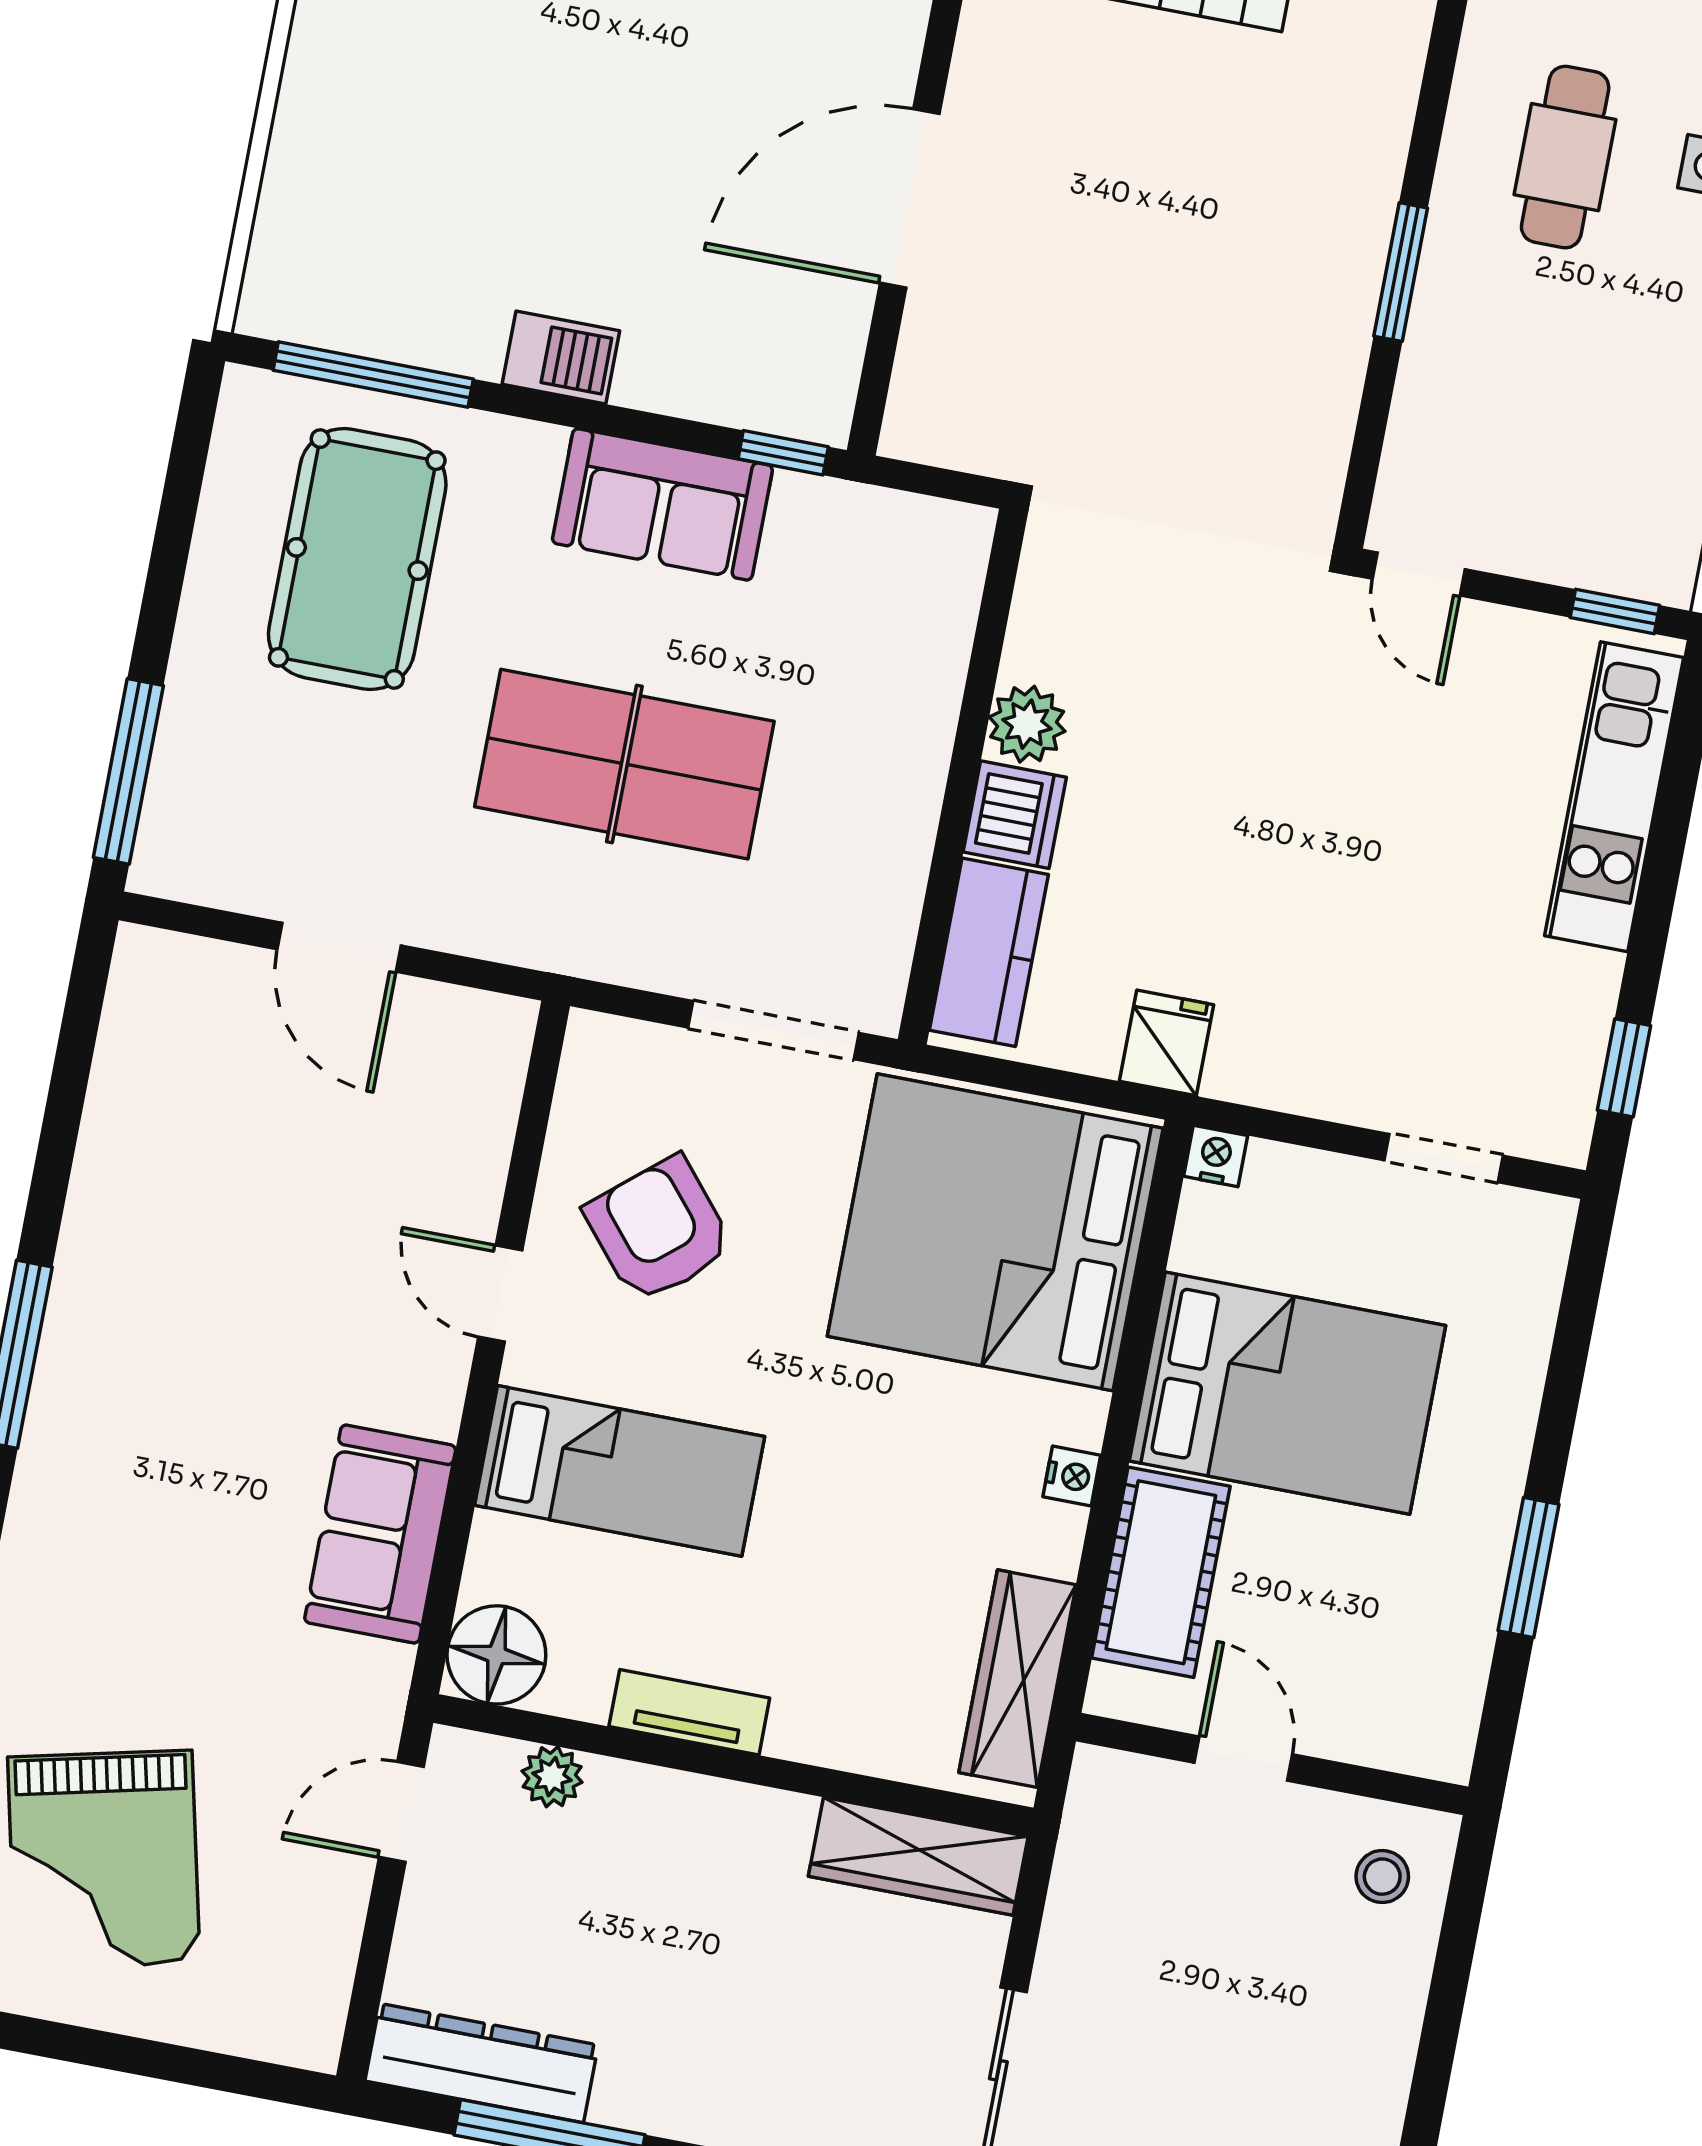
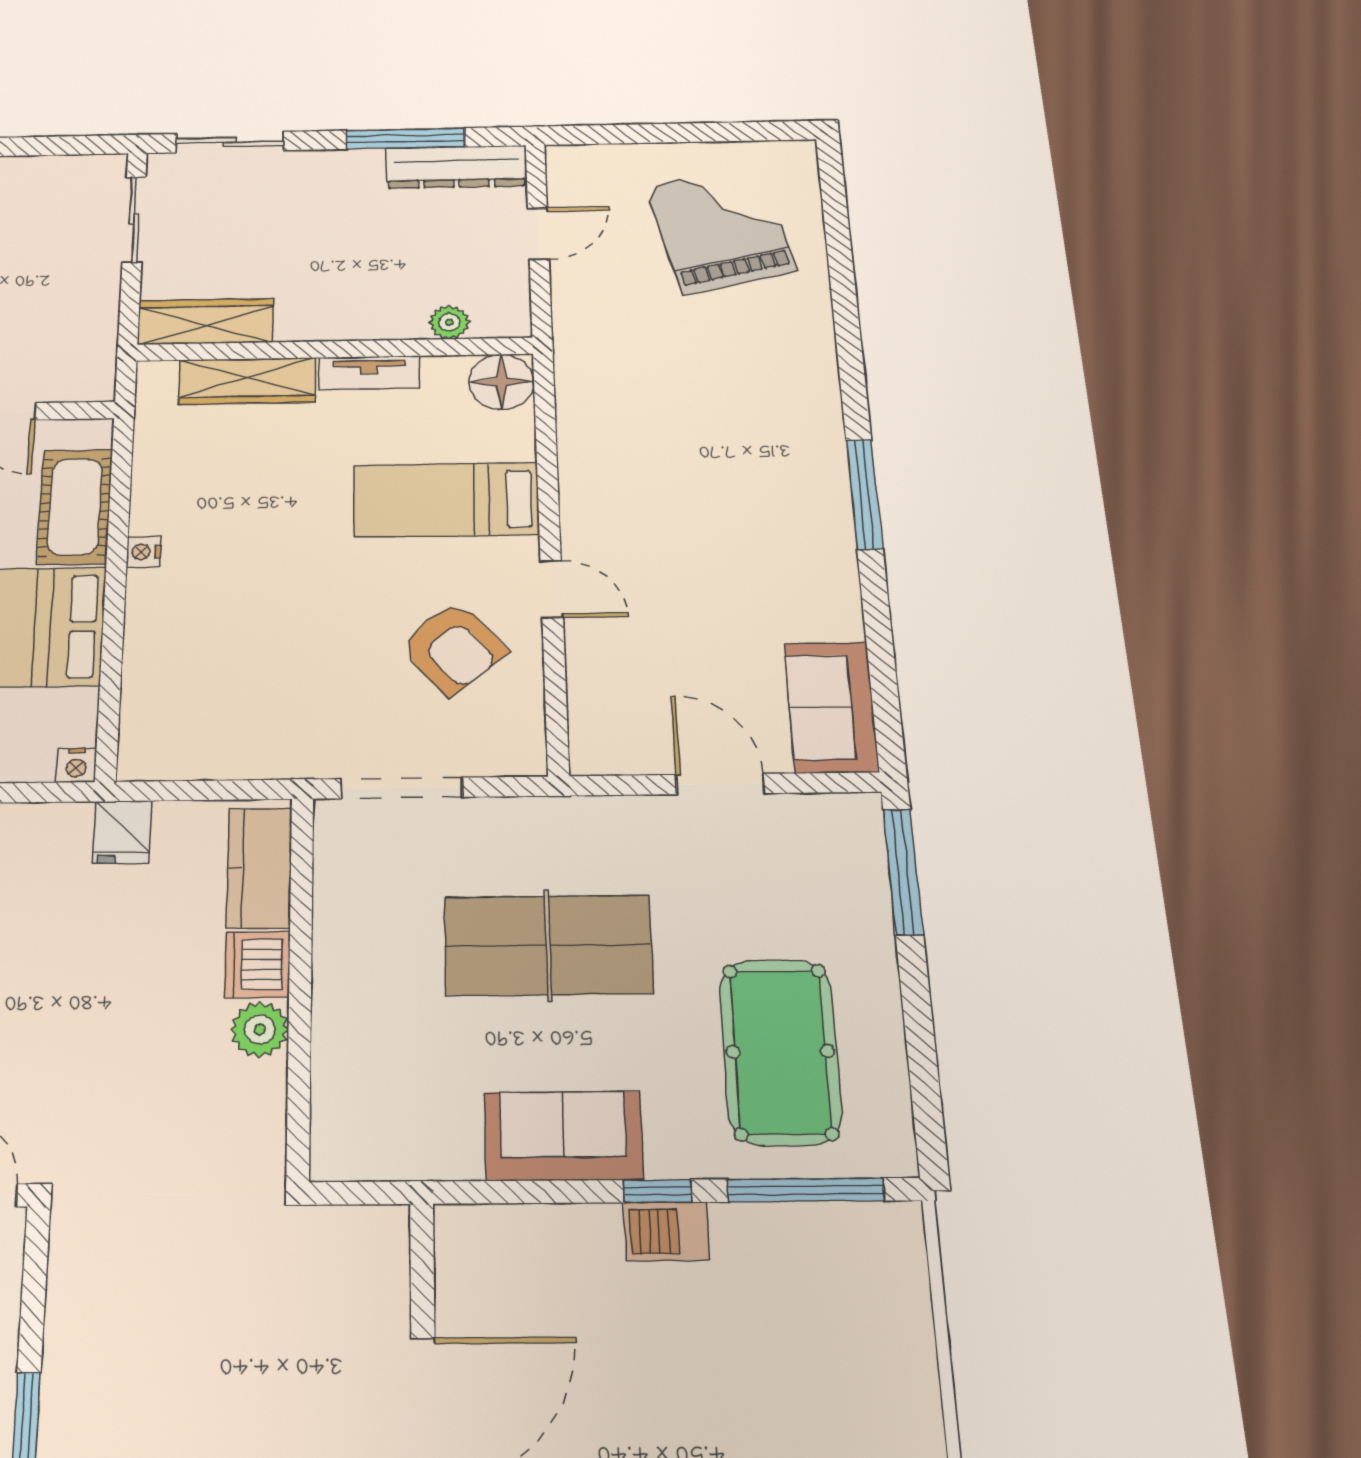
window: (783, 453) -> (658, 1191), moved
bed: (995, 1232) -> (222, 689), removed
sofa: (380, 1534) -> (831, 707), moved, turned 180
wardrobe: (1017, 1679) -> (247, 381), moved, turned 90
door: (401, 1812) -> (538, 234), moved

